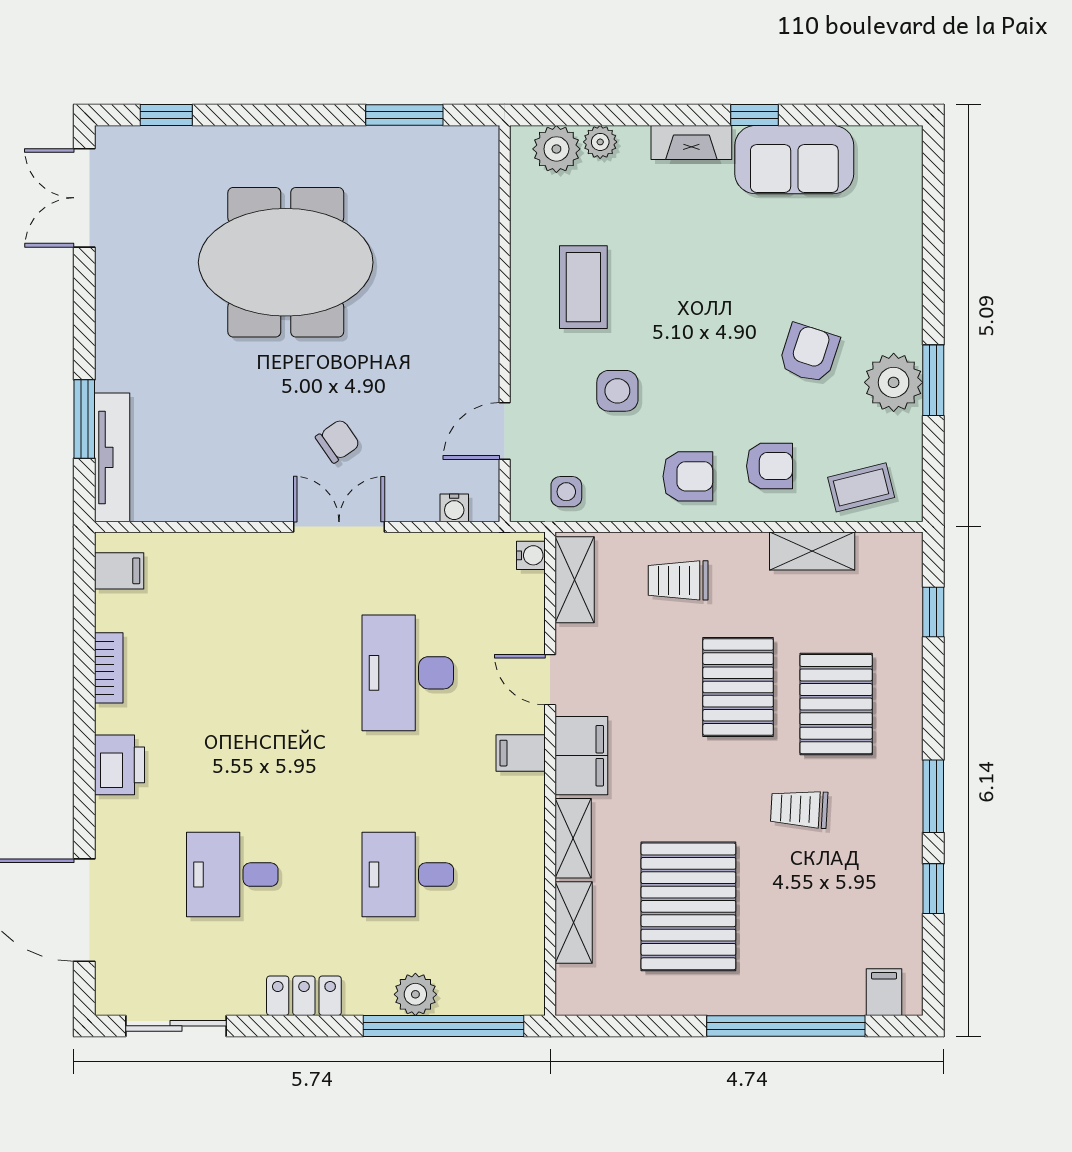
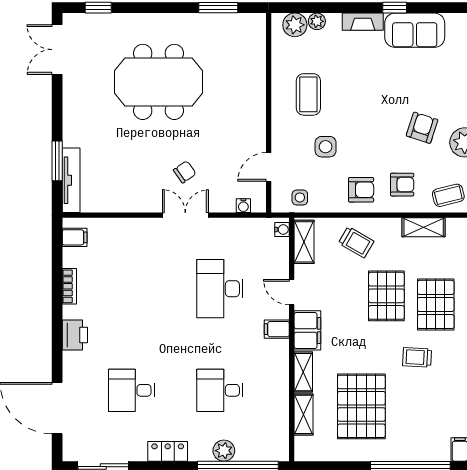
trolley: (678, 580) -> (356, 242), turned -150

